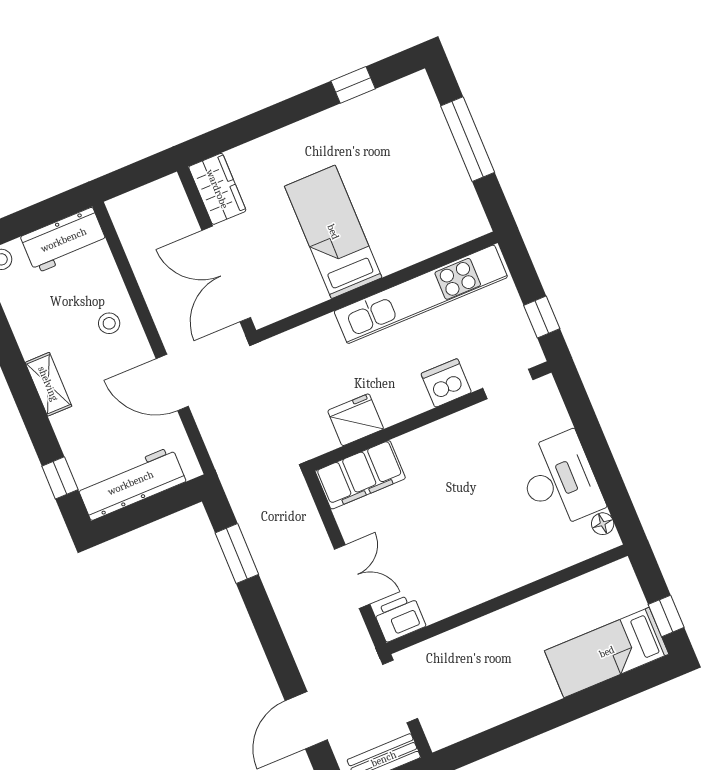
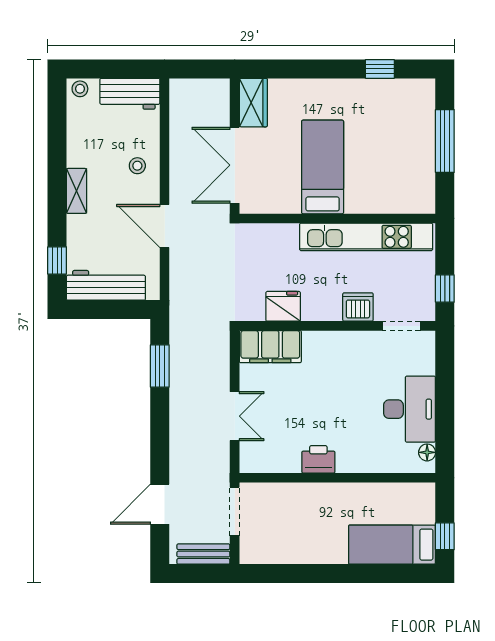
printer: (400, 618) -> (318, 459), moved

